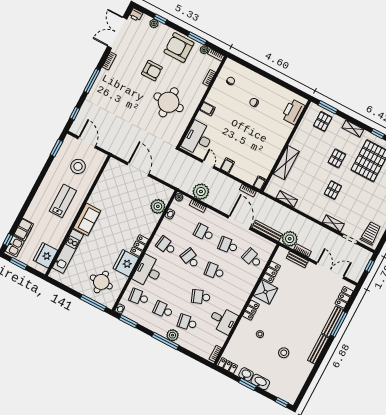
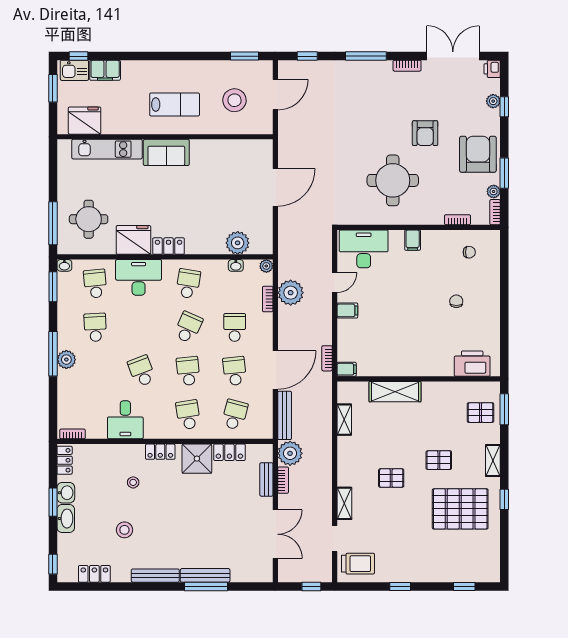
locker: (344, 297) -> (94, 574), moved
school desk: (187, 323) -> (188, 415), moved

